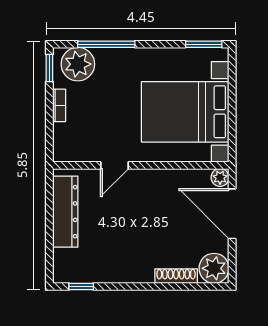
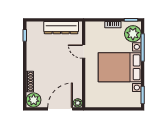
bed with nightstands: (185, 112) -> (120, 67), moved, turned -90

